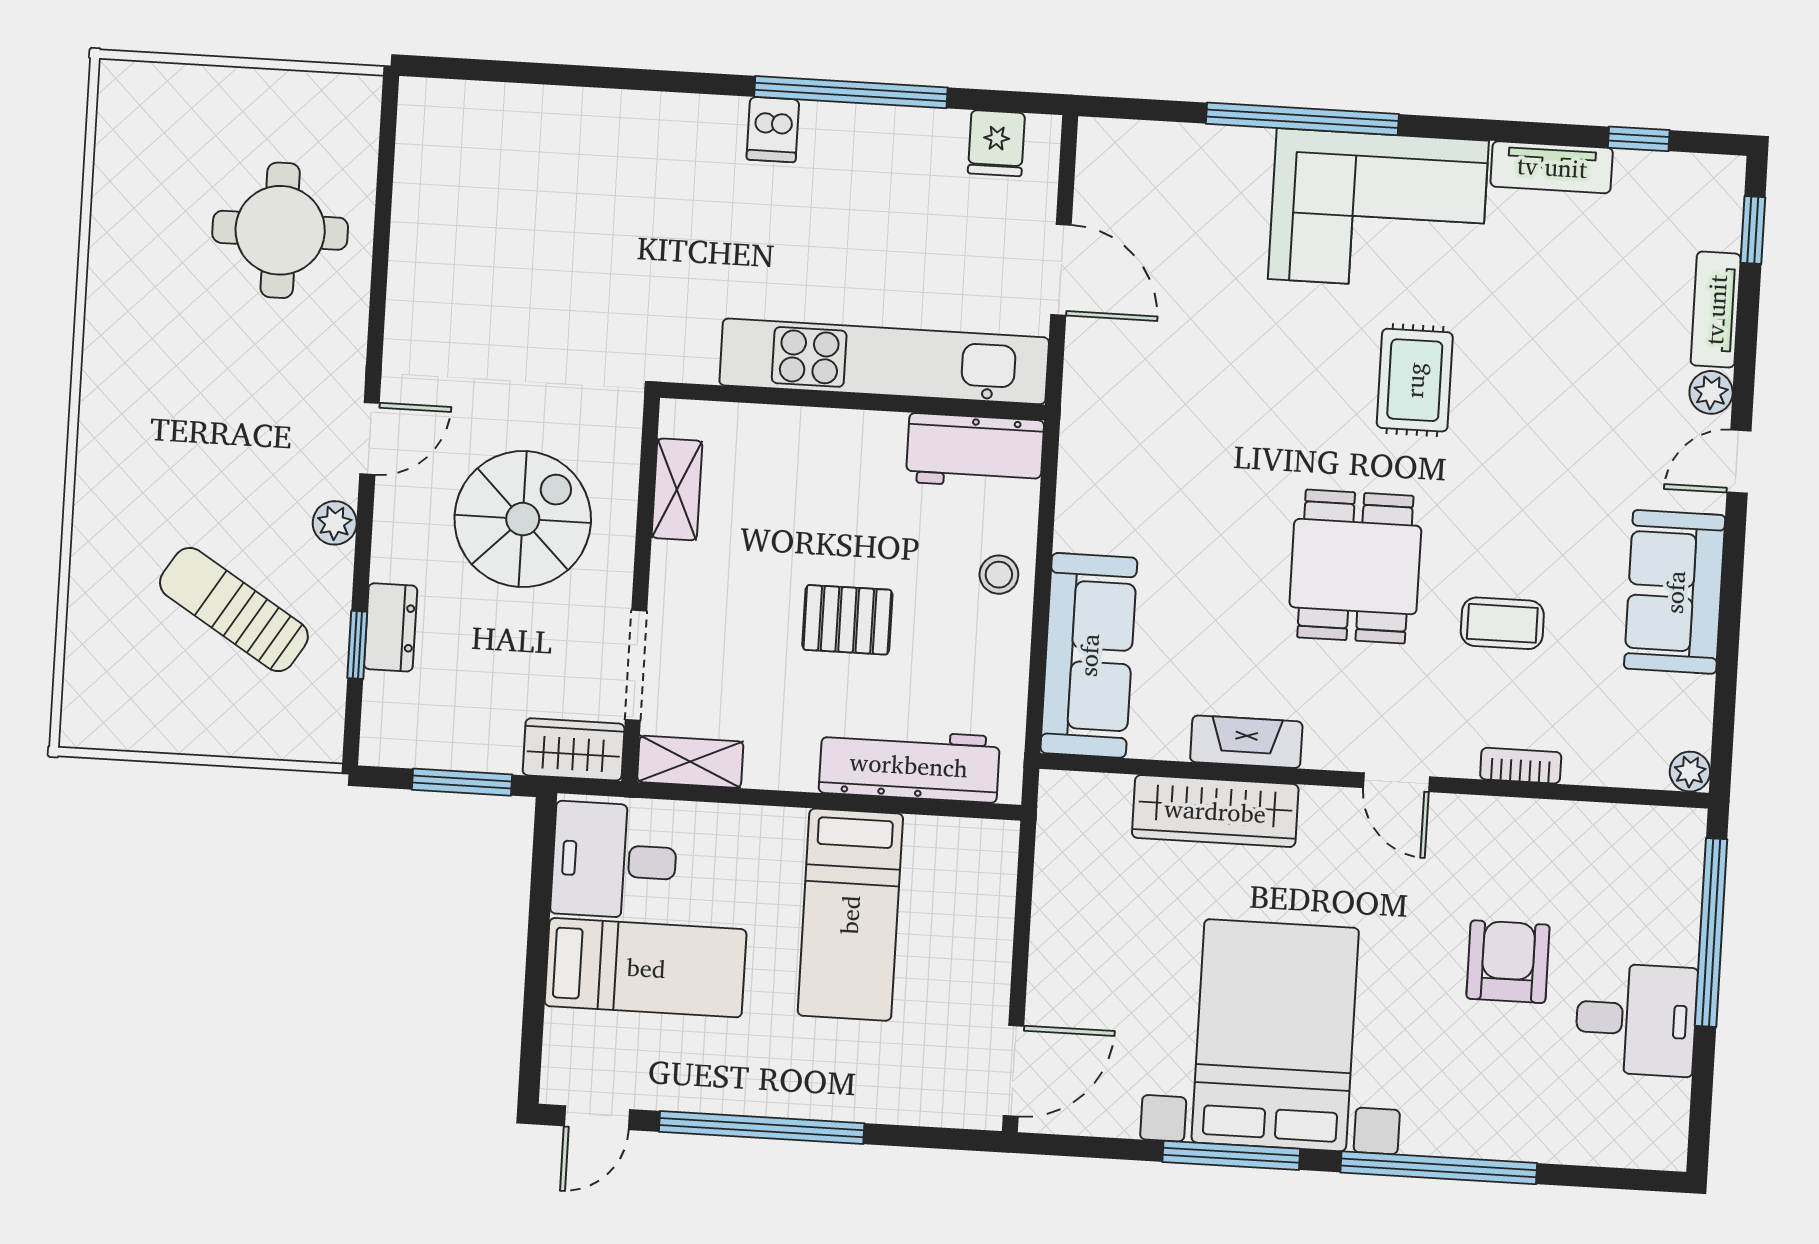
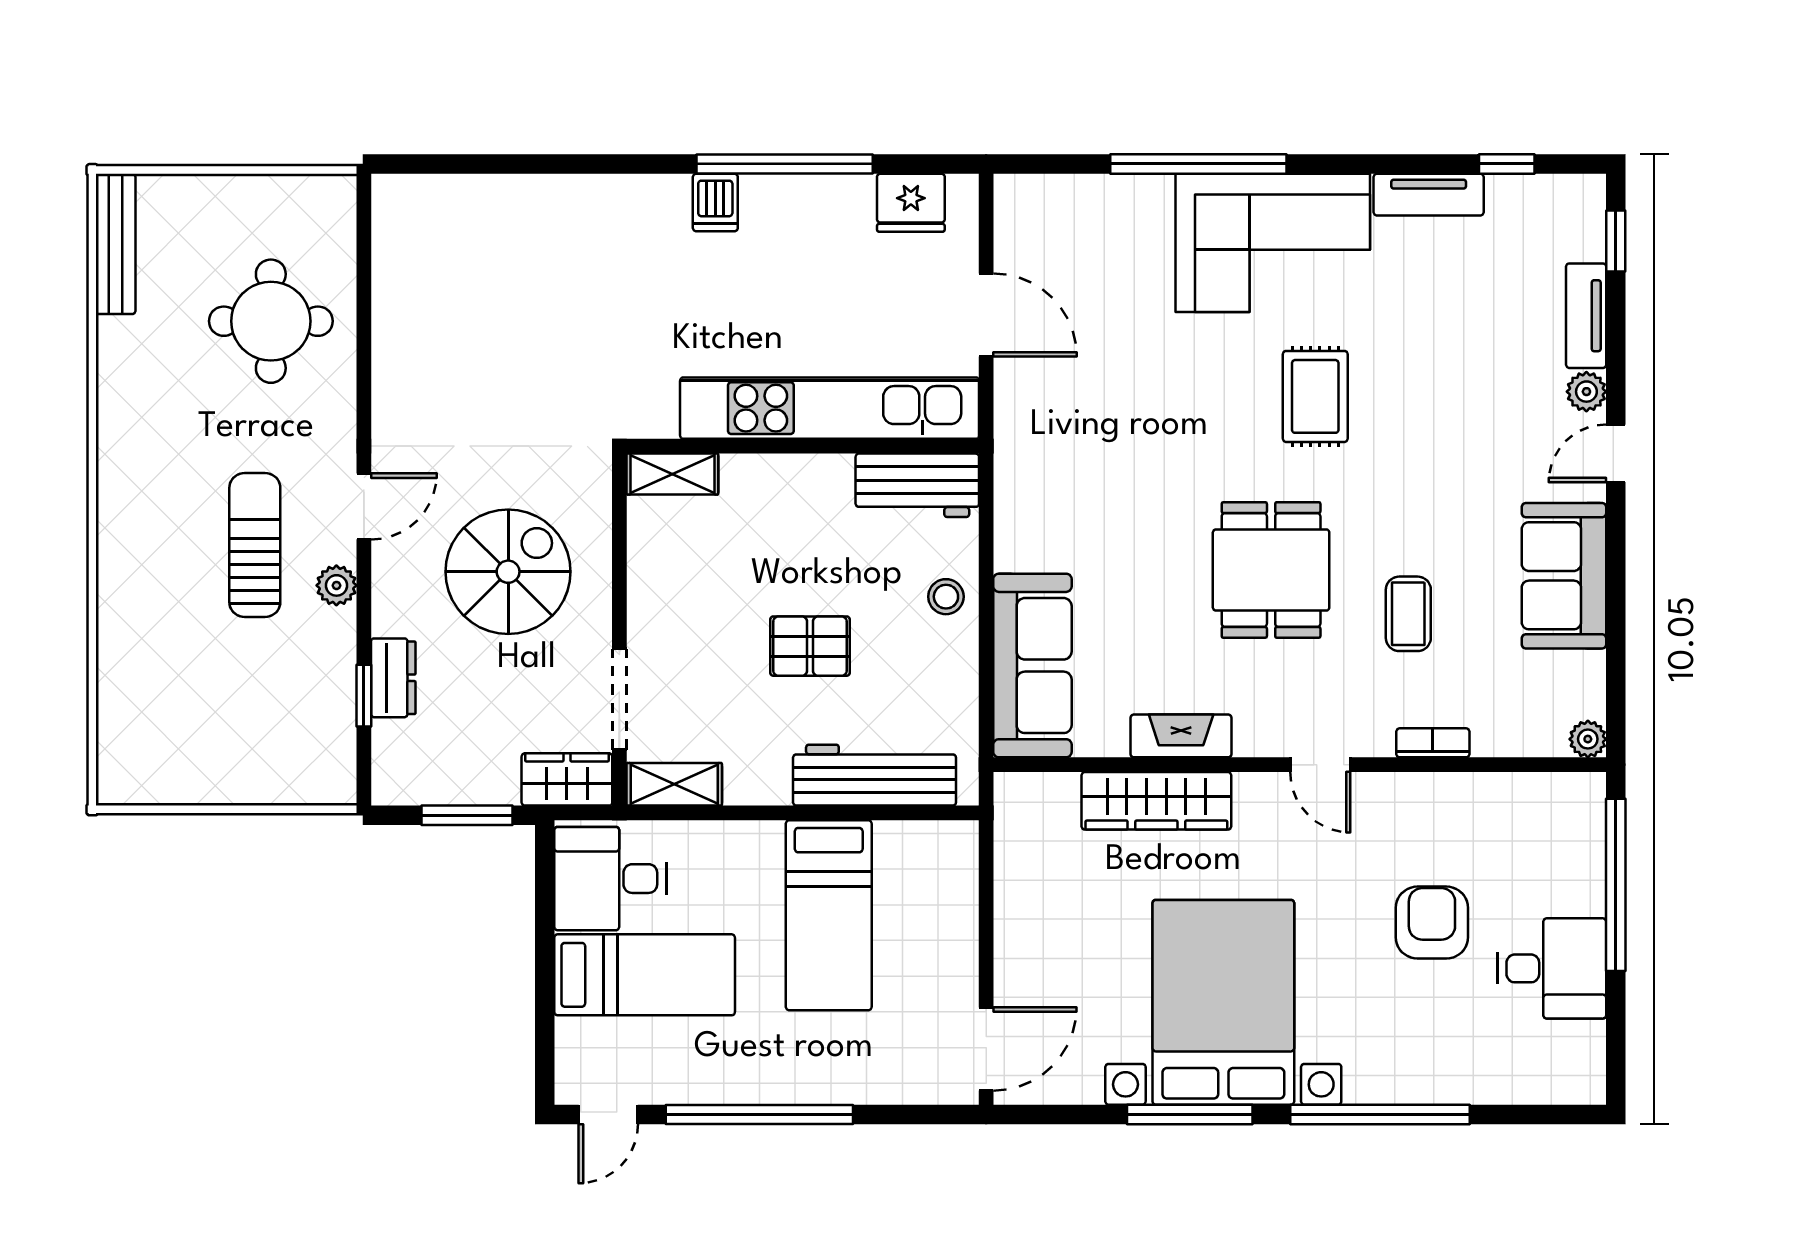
bench: (116, 136) -> (116, 244), added
fridge: (996, 143) -> (911, 203), width x1.38
shelving: (677, 489) -> (672, 474), moved, turned 90
sun lounger: (234, 610) -> (255, 545), moved, turned 58
coffee table: (1502, 623) -> (1408, 614), turned 90

